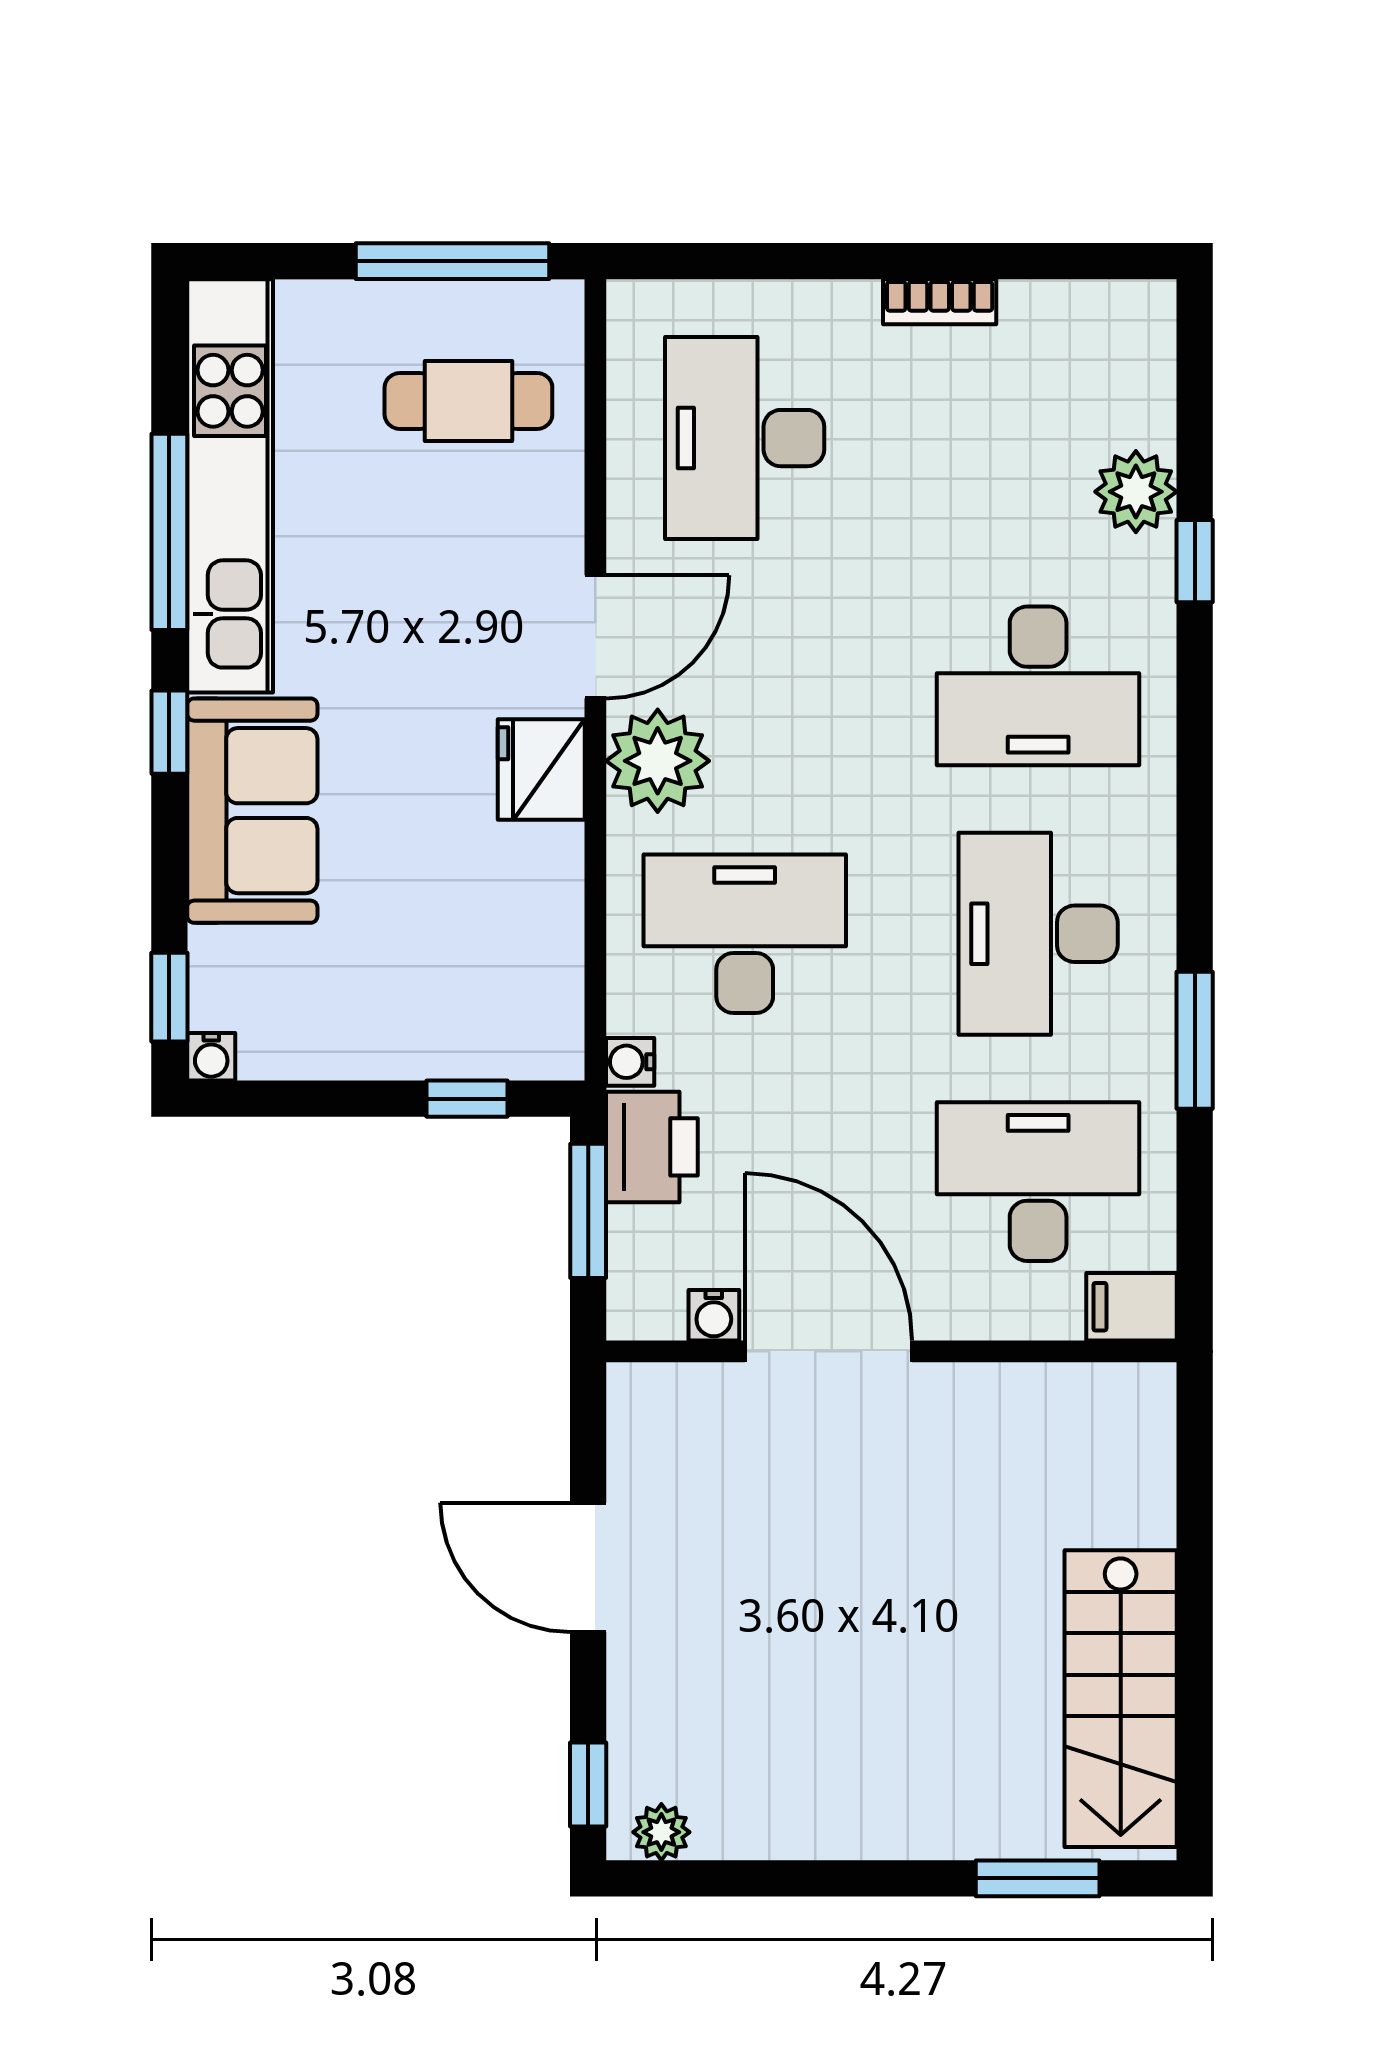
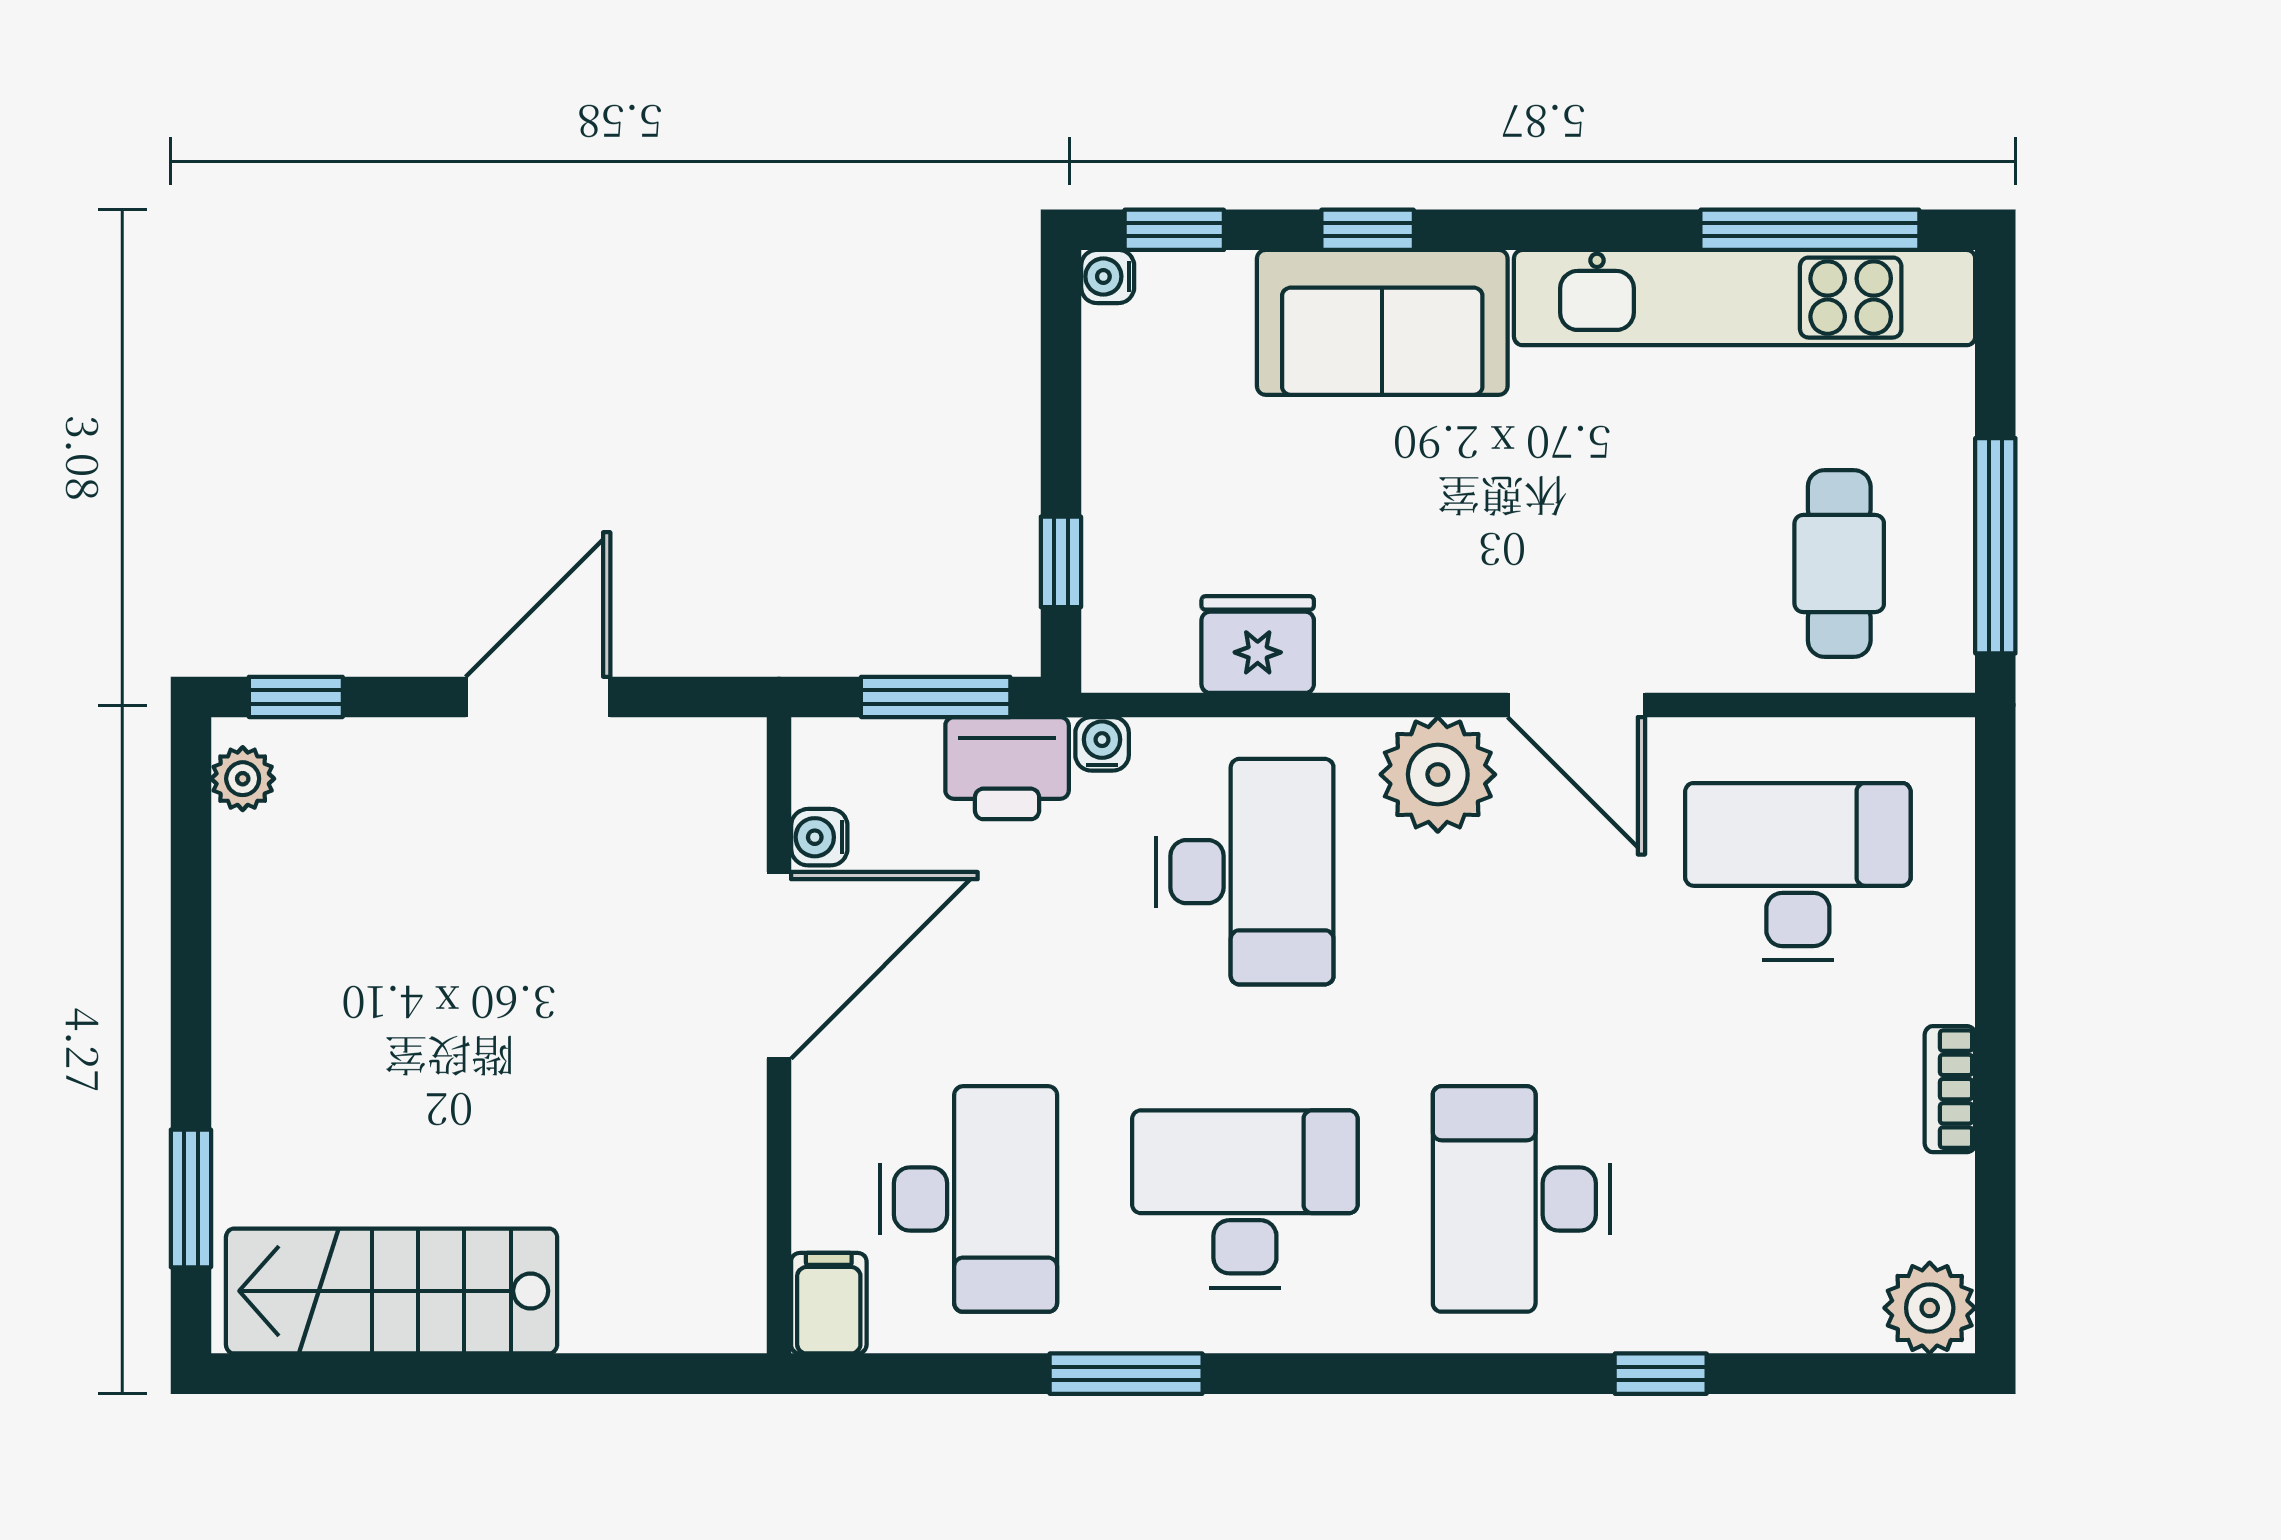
plant: (1136, 492) -> (1930, 1308), moved
window: (169, 532) -> (1810, 230), moved
window: (169, 732) -> (1368, 230), moved
fridge: (541, 770) -> (1258, 645), moved

